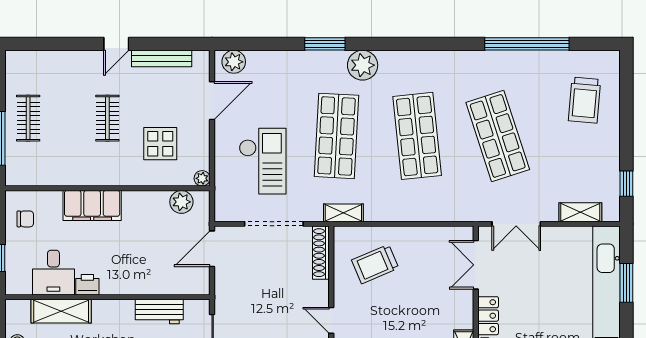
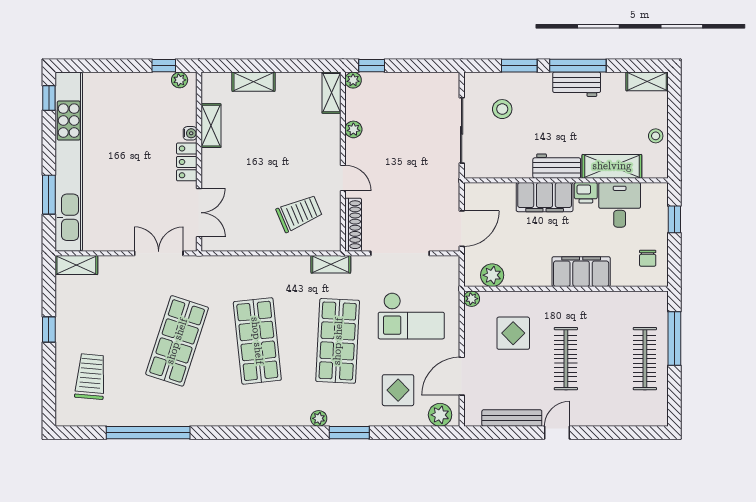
plant: (363, 65) -> (319, 418), width x0.53, depth x0.53
display table: (276, 86) -> (398, 390), added
clothes rail: (28, 118) -> (645, 359), width x1.36
clothes rail: (107, 118) -> (566, 359), width x1.36
shop shelf: (498, 136) -> (177, 341), turned 36
checkout: (263, 161) -> (411, 316), turned -90
window: (626, 184) -> (49, 330), moved
shelving: (580, 212) -> (76, 265), moved
chair: (25, 219) -> (648, 258), turned -90
filing cabinet: (129, 280) -> (545, 197), added
workbench: (159, 312) -> (557, 166), moved
door: (331, 320) -> (343, 178), moved

